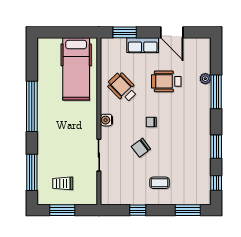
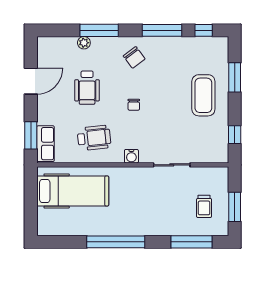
row of seats: (143, 45) -> (45, 144), moved
wheelchair: (122, 87) -> (94, 138), turned -142
window: (216, 147) -> (162, 30), width x1.44
chair: (141, 148) -> (134, 57), moved
coffee table: (160, 183) -> (203, 95), width x1.86, depth x1.72
window: (138, 210) -> (235, 135), moved
window: (188, 210) -> (235, 77), moved

